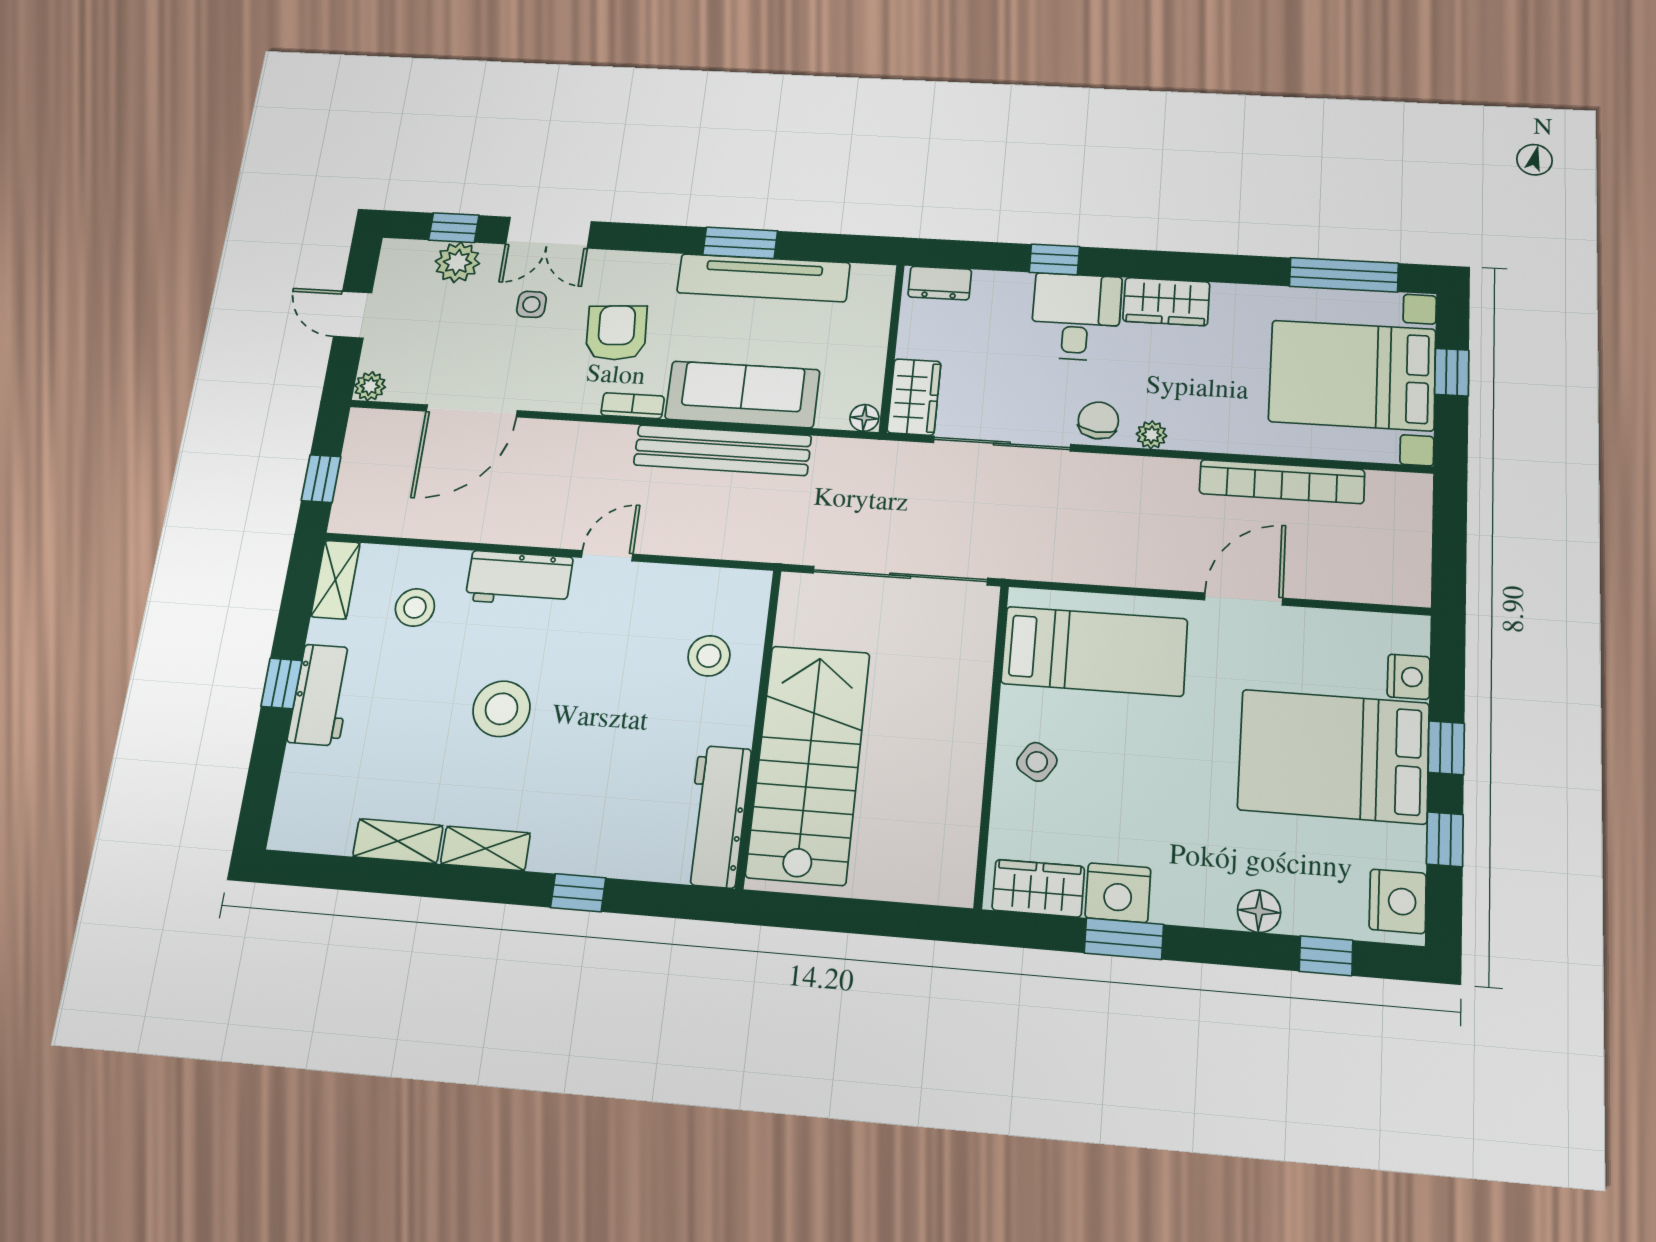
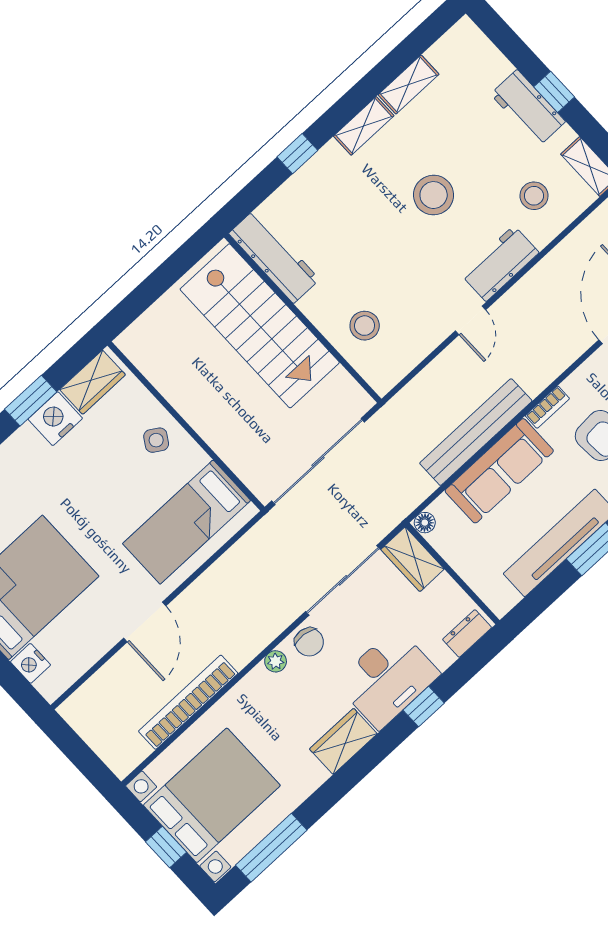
desk: (1076, 317) -> (388, 678), width x1.37

